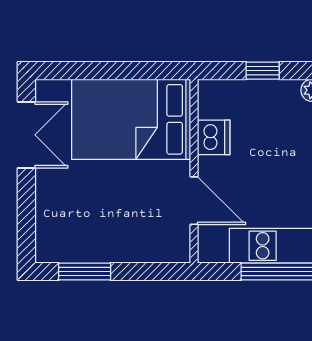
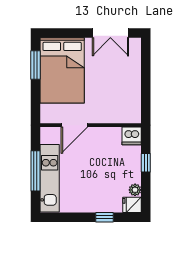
bed: (131, 119) -> (62, 70), moved, turned 180
dishwasher: (214, 137) -> (132, 136), moved

